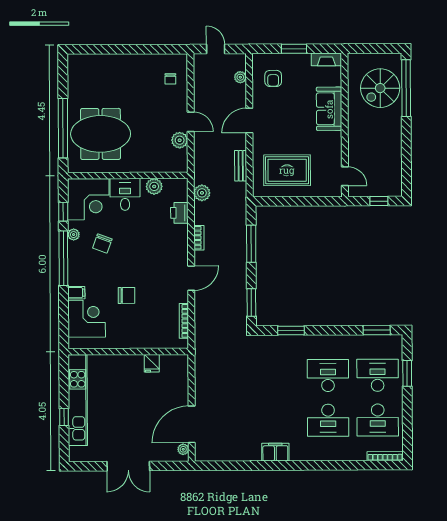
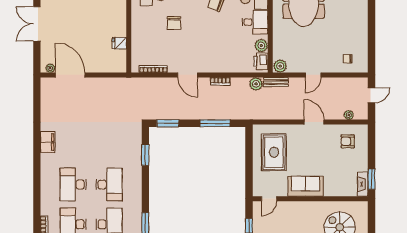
window: (294, 49) -> (371, 179), moved
sofa: (329, 109) -> (306, 186), moved
plant: (180, 140) -> (280, 66), moved
bench: (241, 166) -> (276, 82), moved
printer: (179, 213) -> (261, 61), moved, turned -90

